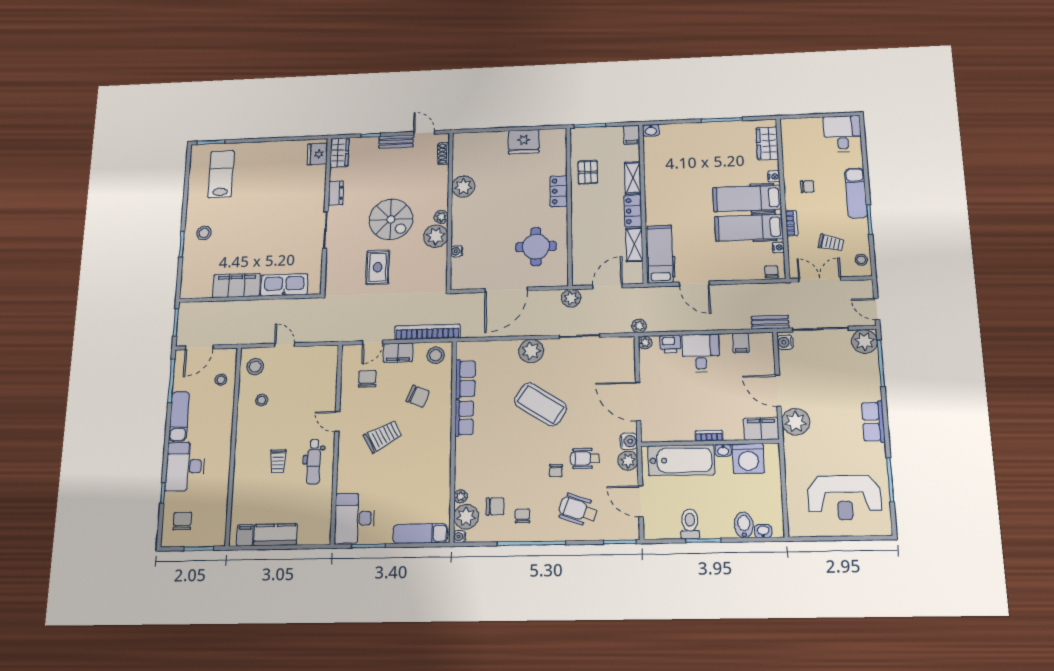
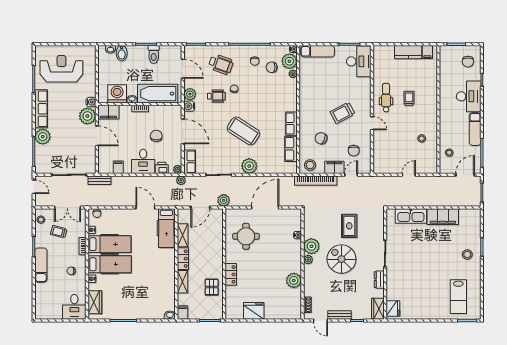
desk: (843, 134) -> (74, 307), moved
plant: (865, 341) -> (43, 137), moved
water cooler: (785, 342) -> (91, 102), moved
door: (284, 345) -> (409, 175), swing flipped
row of seats: (626, 355) -> (190, 162), added
stool: (255, 367) -> (427, 161), removed
chair: (681, 393) -> (156, 136), added
row of seats: (873, 422) -> (41, 109), width x1.48

